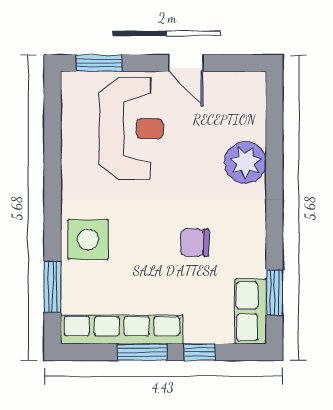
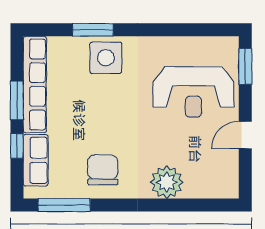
chair: (195, 243) -> (103, 170), moved, width x1.37, depth x1.37
window: (53, 287) -> (93, 30), moved
window: (274, 292) -> (64, 205), width x1.44
row of seats: (251, 311) -> (36, 160), moved, turned 90

